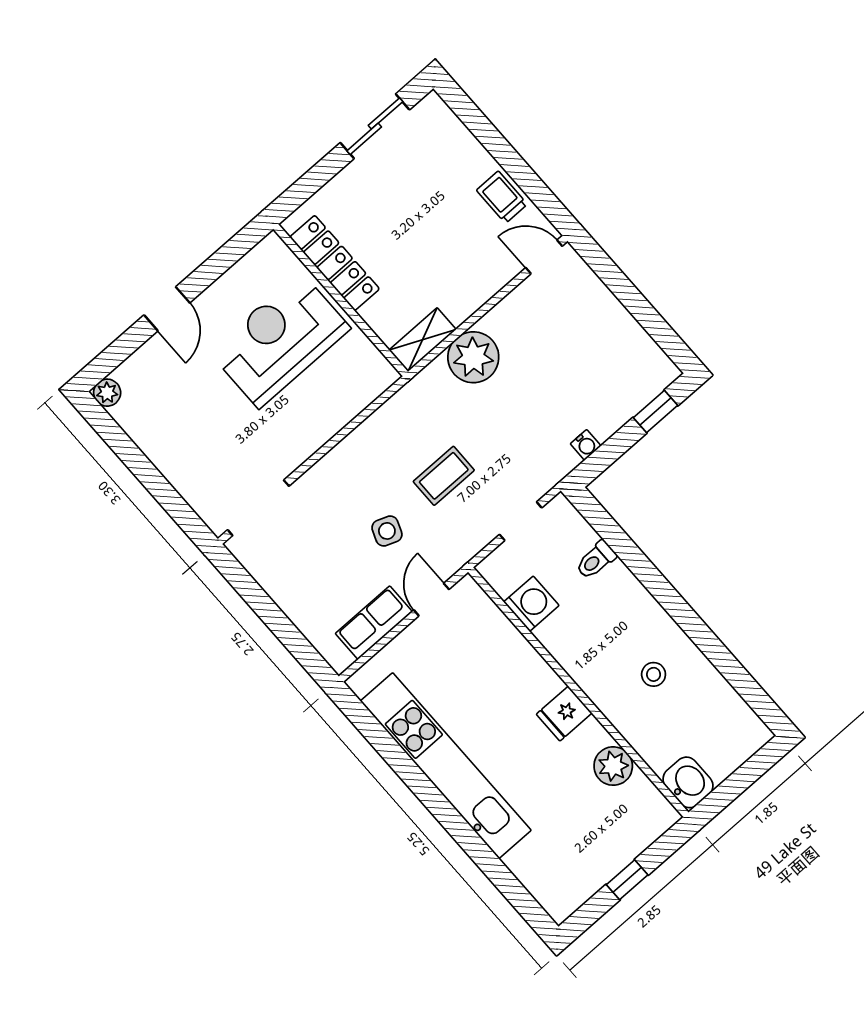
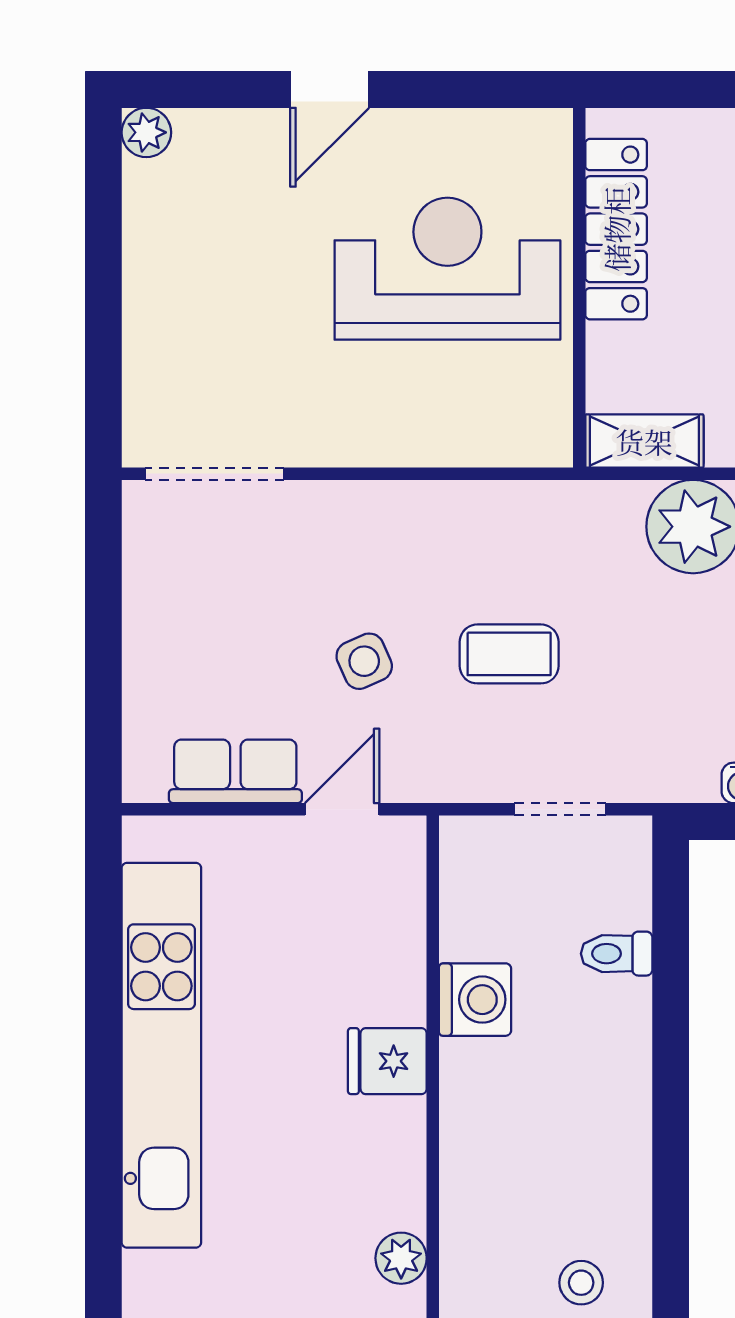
side table: (387, 531) -> (364, 661), turned 45
washing machine: (531, 604) -> (475, 1000), moved
stool: (654, 674) -> (581, 1283), moved
fridge: (564, 714) -> (387, 1061), moved
plant: (613, 766) -> (401, 1258), width x0.73, depth x0.73

